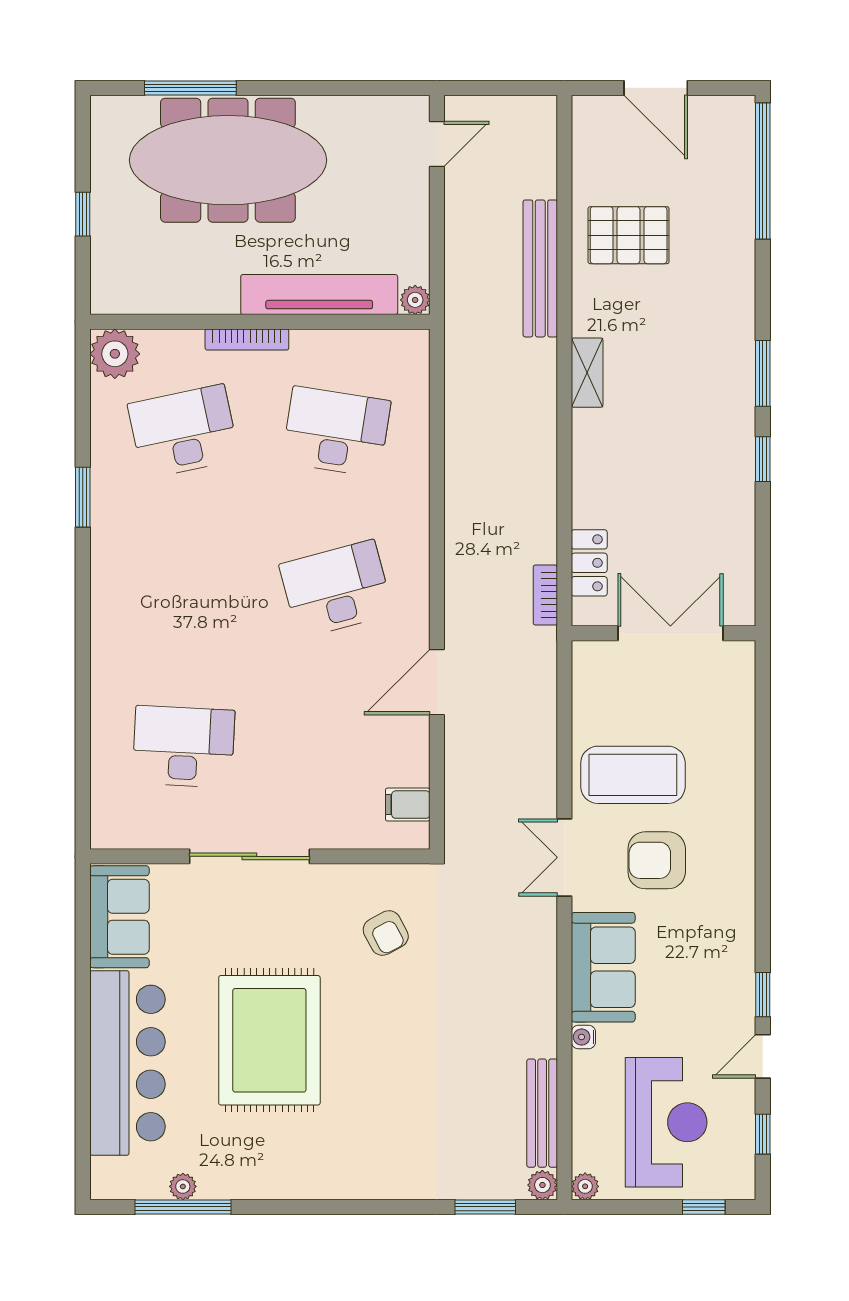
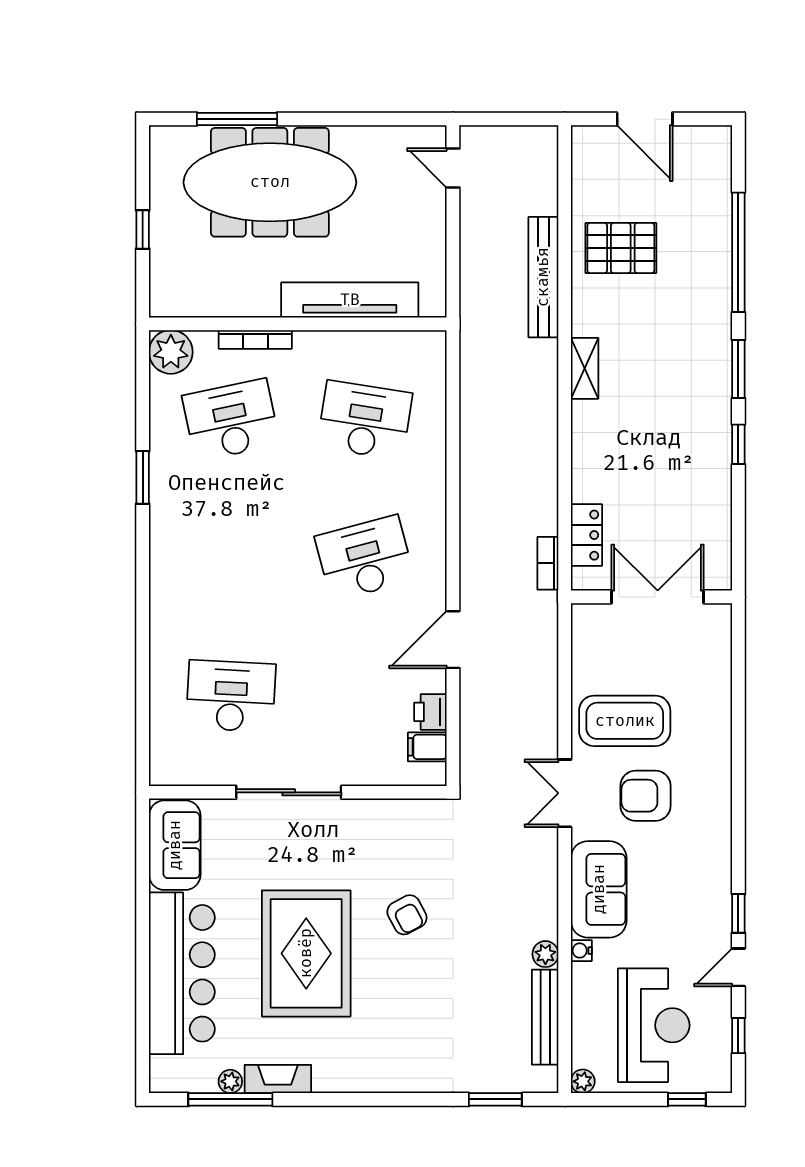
door: (437, 144) -> (453, 168), swing flipped
window: (763, 171) -> (738, 252), moved
plant: (415, 300) -> (434, 305), removed
bookcase: (247, 339) -> (255, 339), moved
printer: (411, 765) -> (430, 712), added
armchair: (386, 933) -> (407, 915), moved
fireplace: (237, 1184) -> (278, 1079), added
plant: (542, 1185) -> (545, 954), moved

